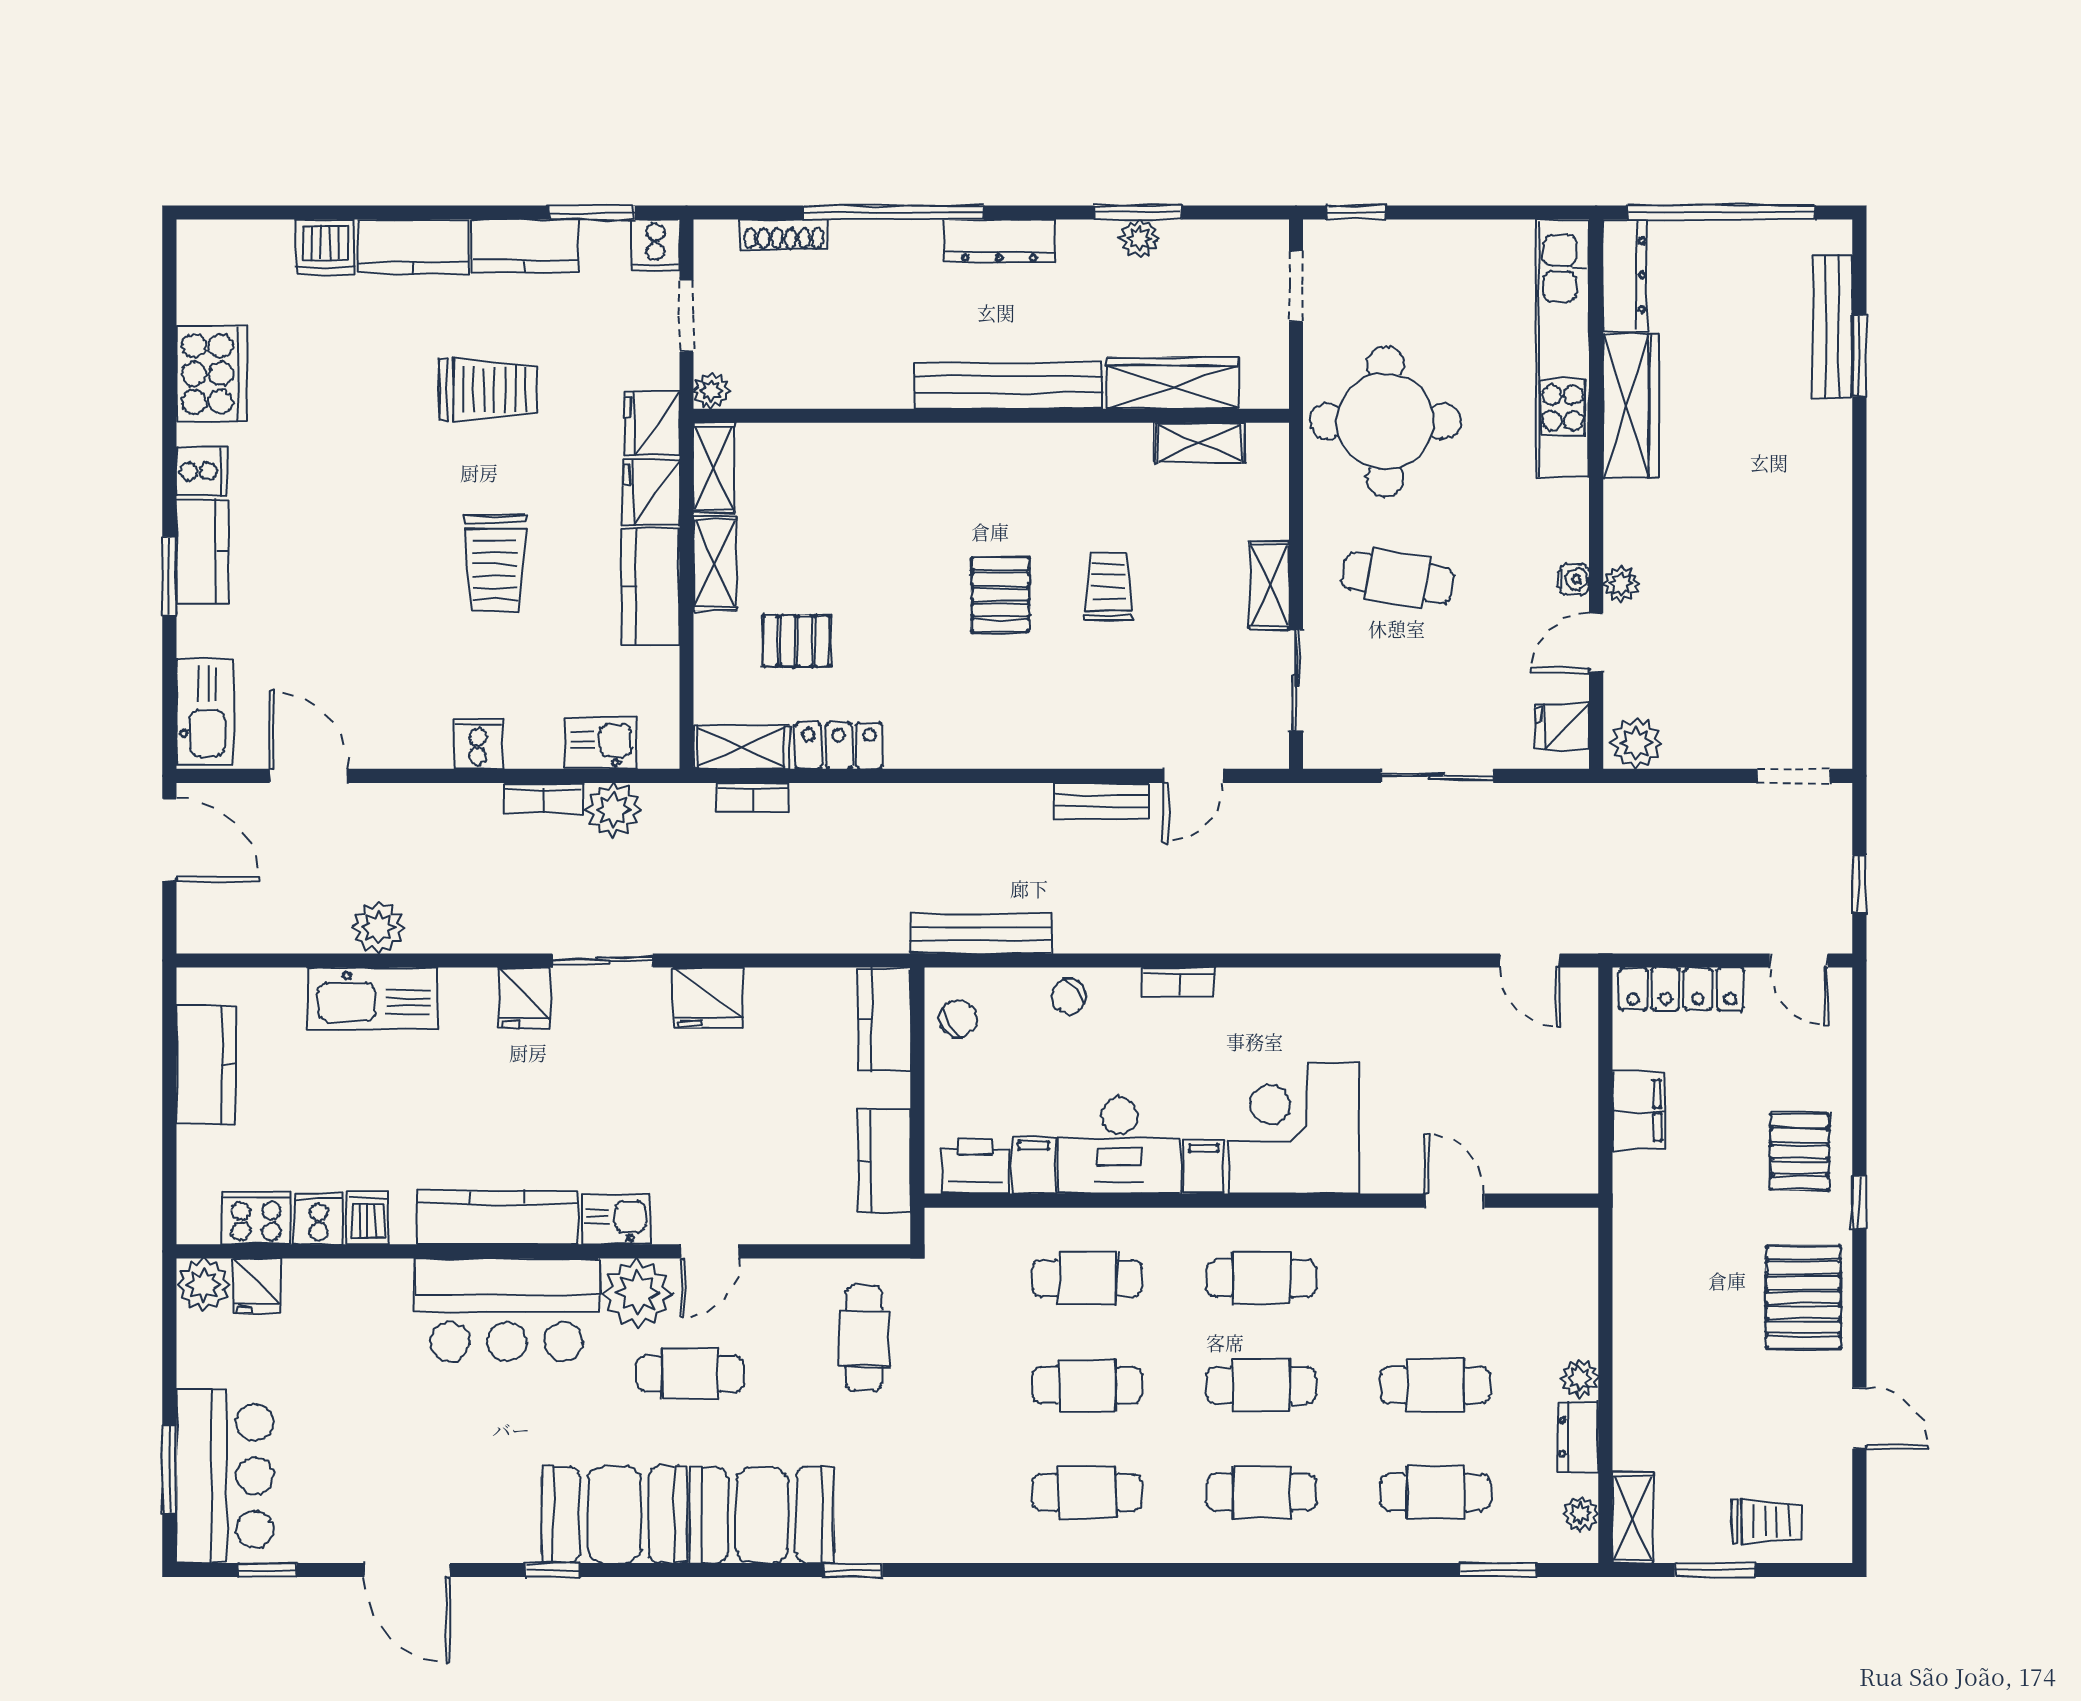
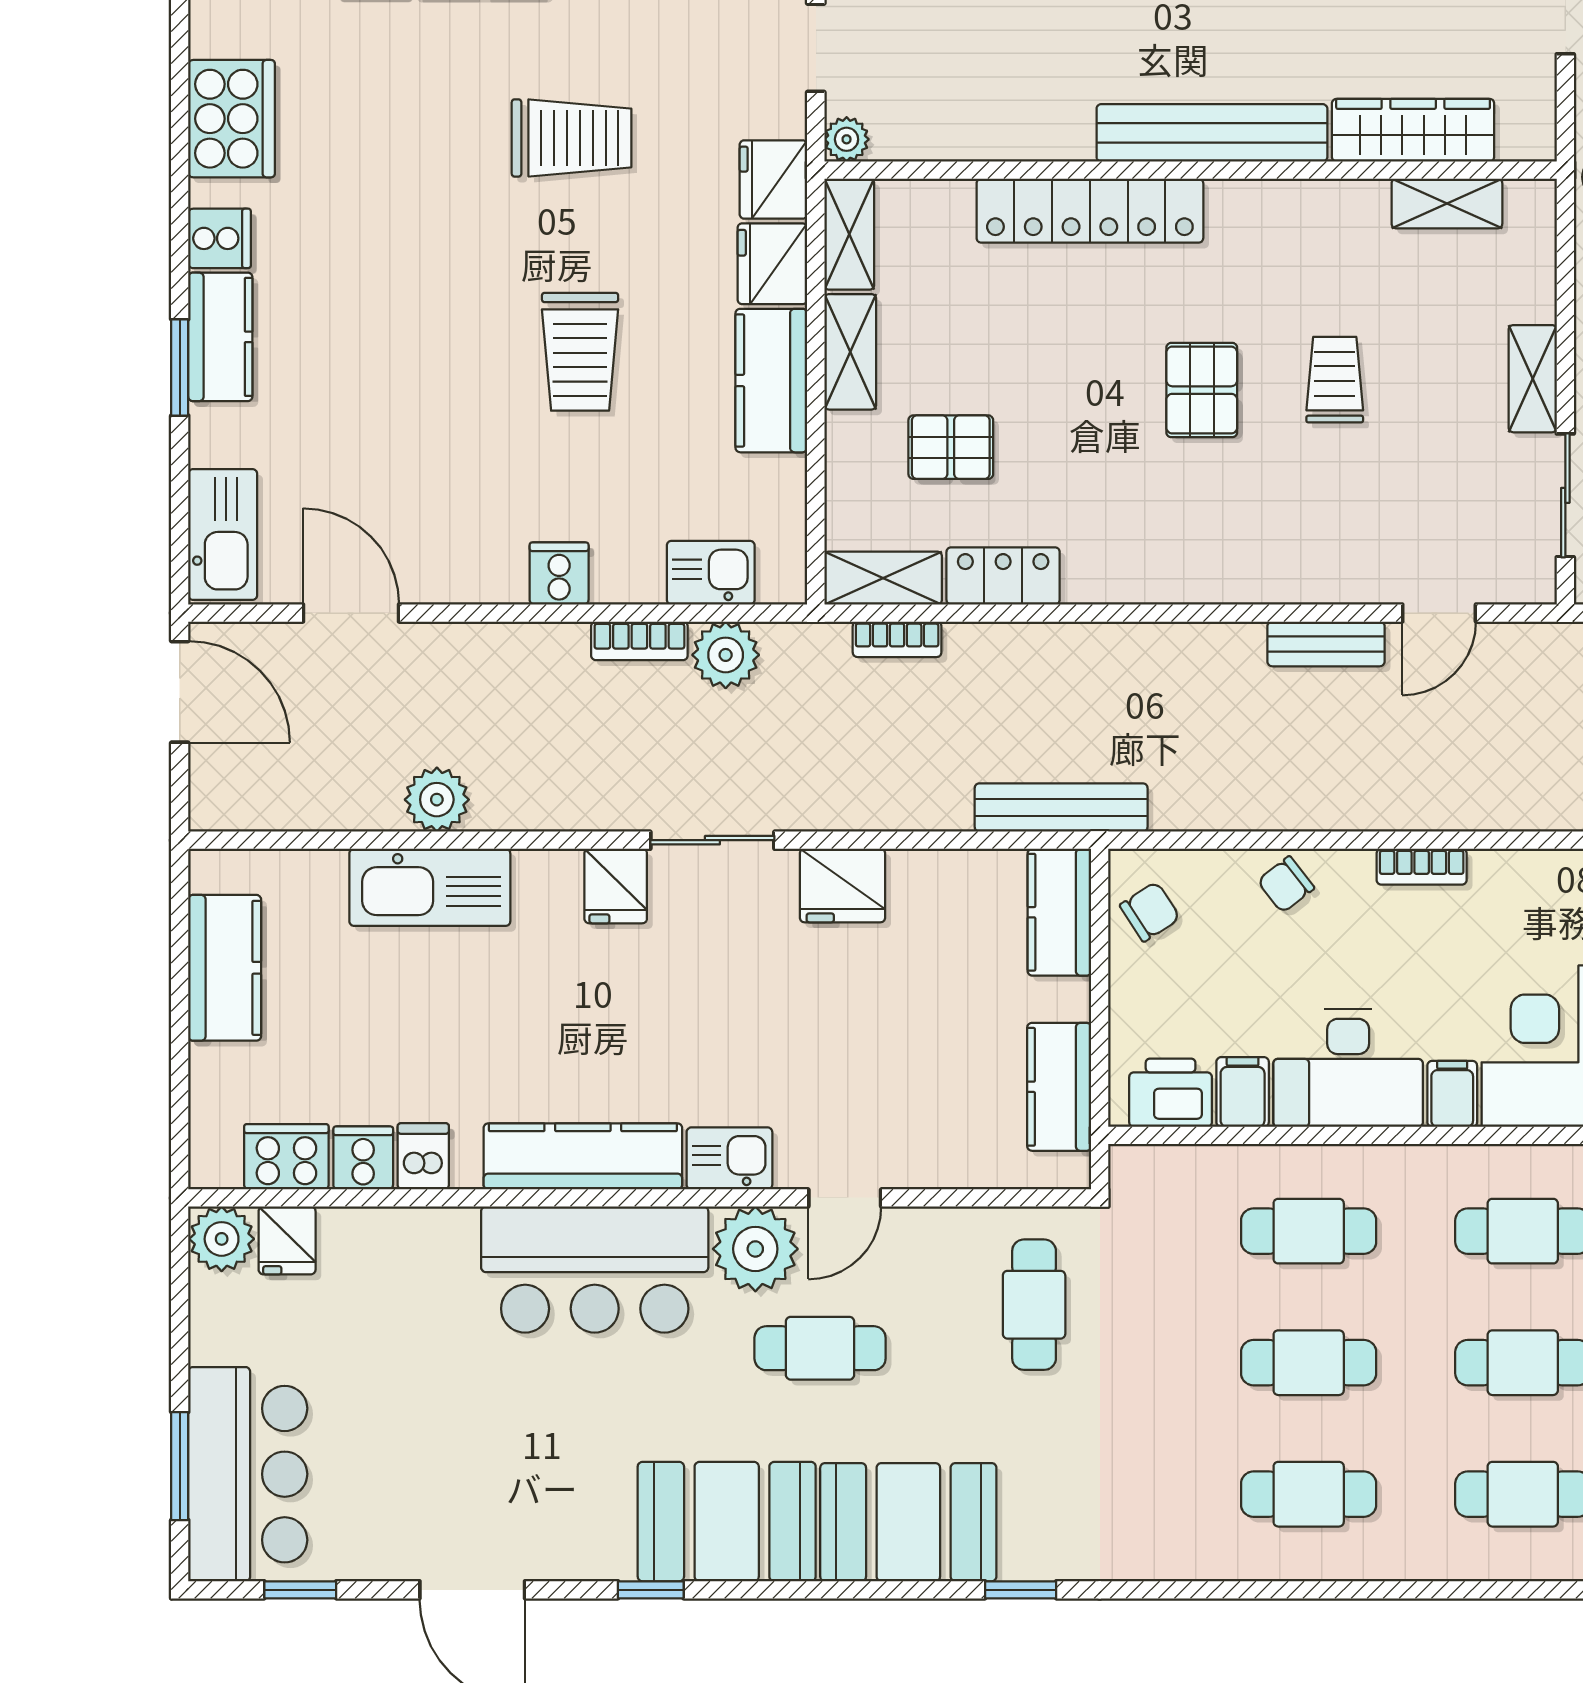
locker: (909, 449) -> (1090, 211), added
bench: (981, 934) -> (1061, 807), moved

